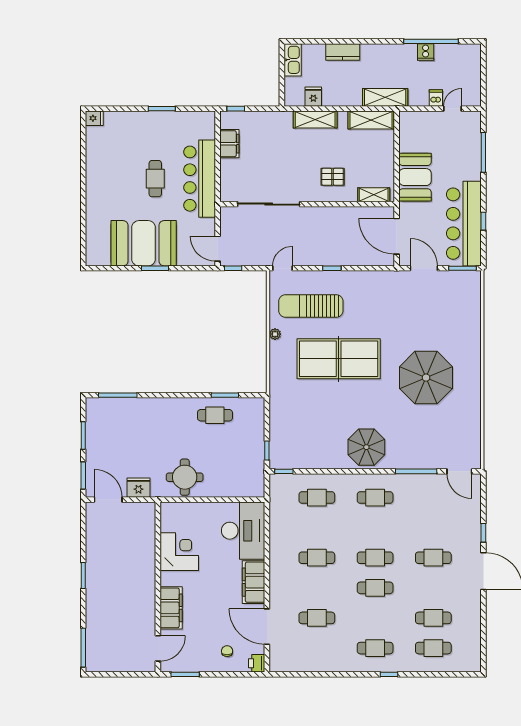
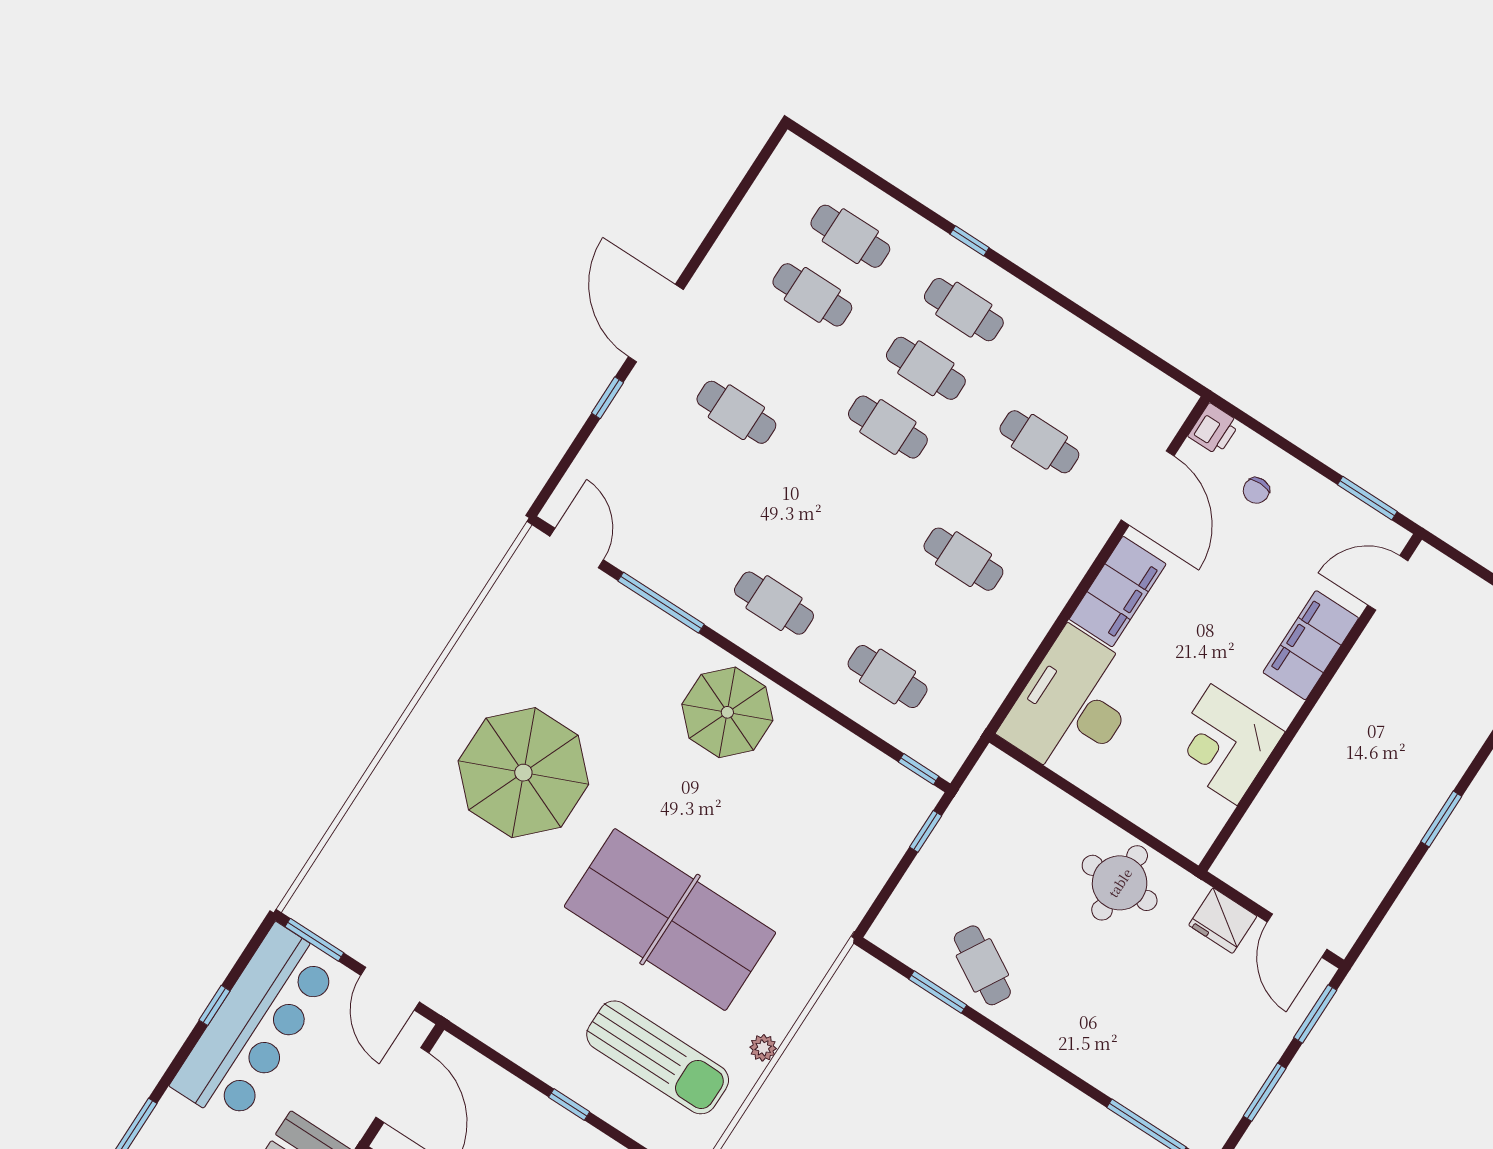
cafe table: (215, 415) -> (982, 965), turned 30
cafe table: (375, 558) -> (926, 368), moved

